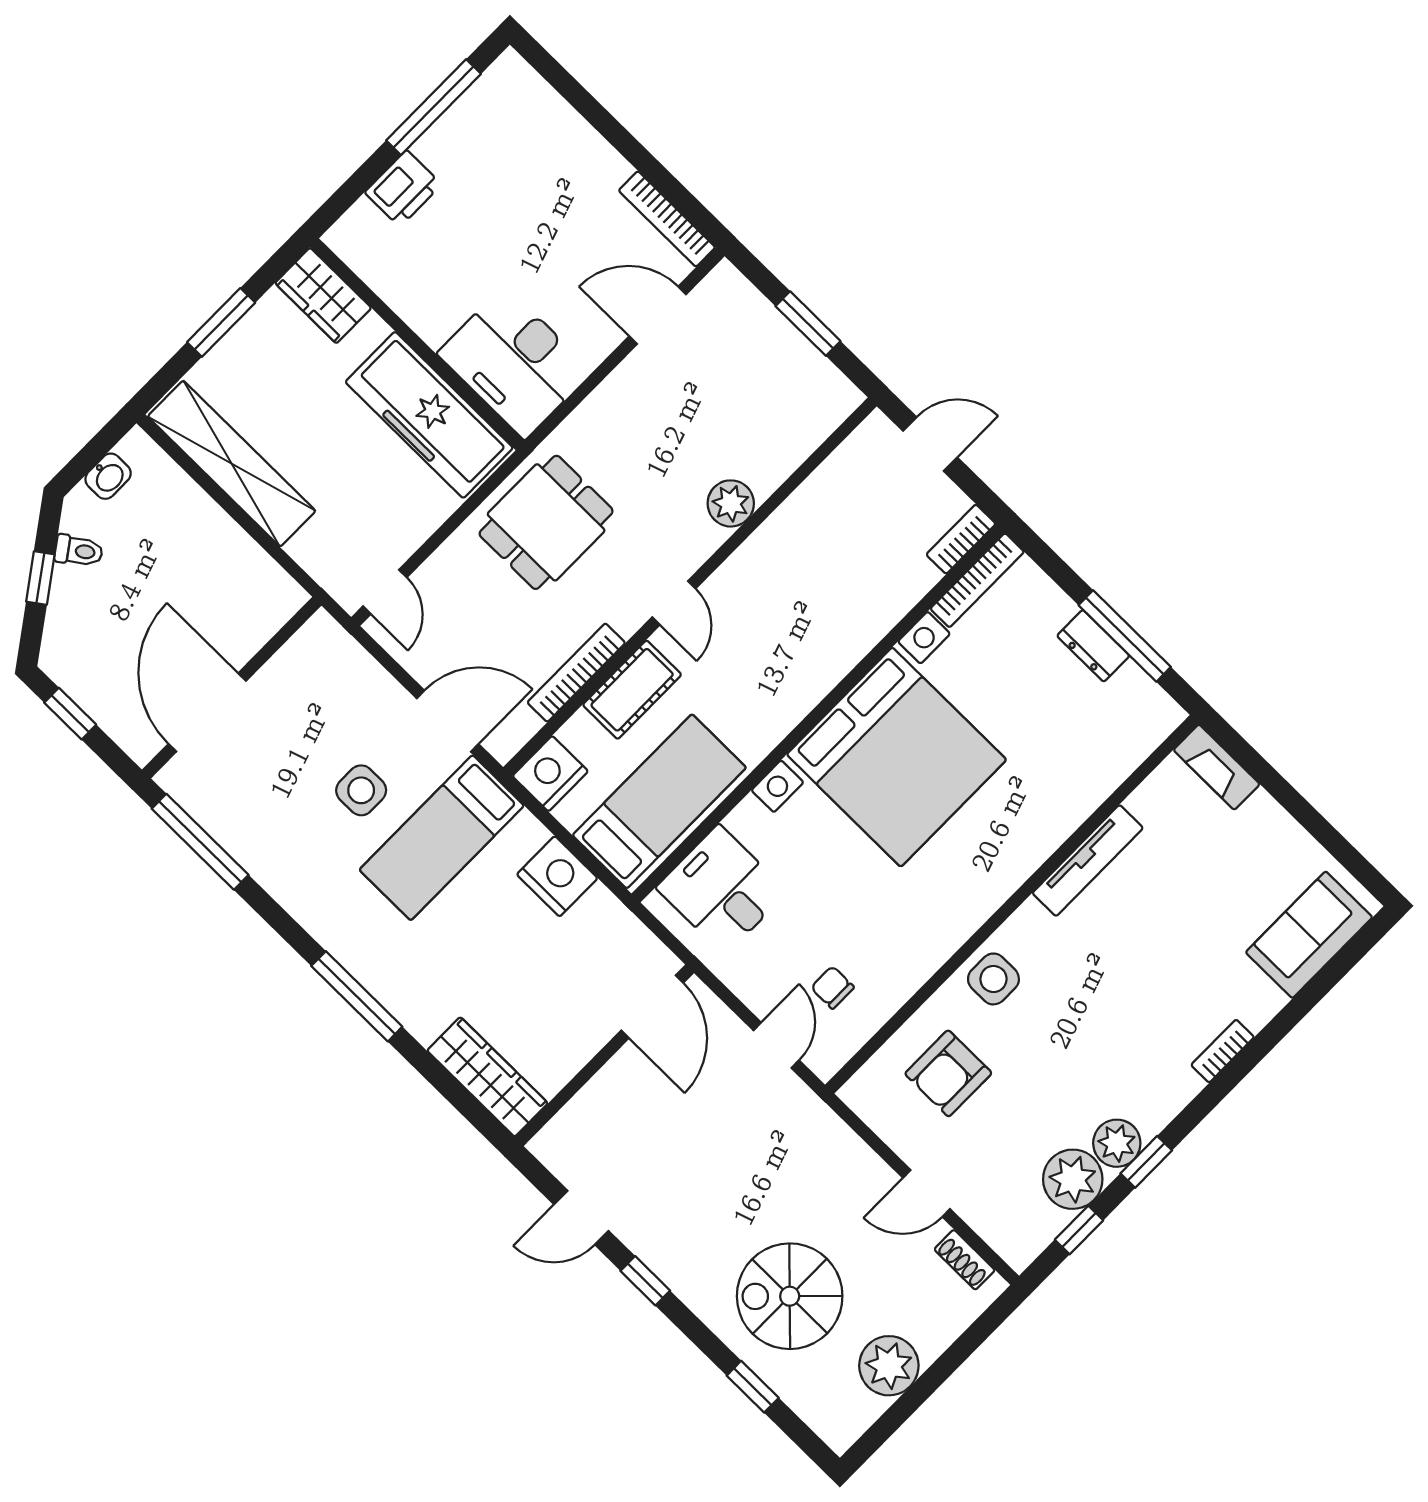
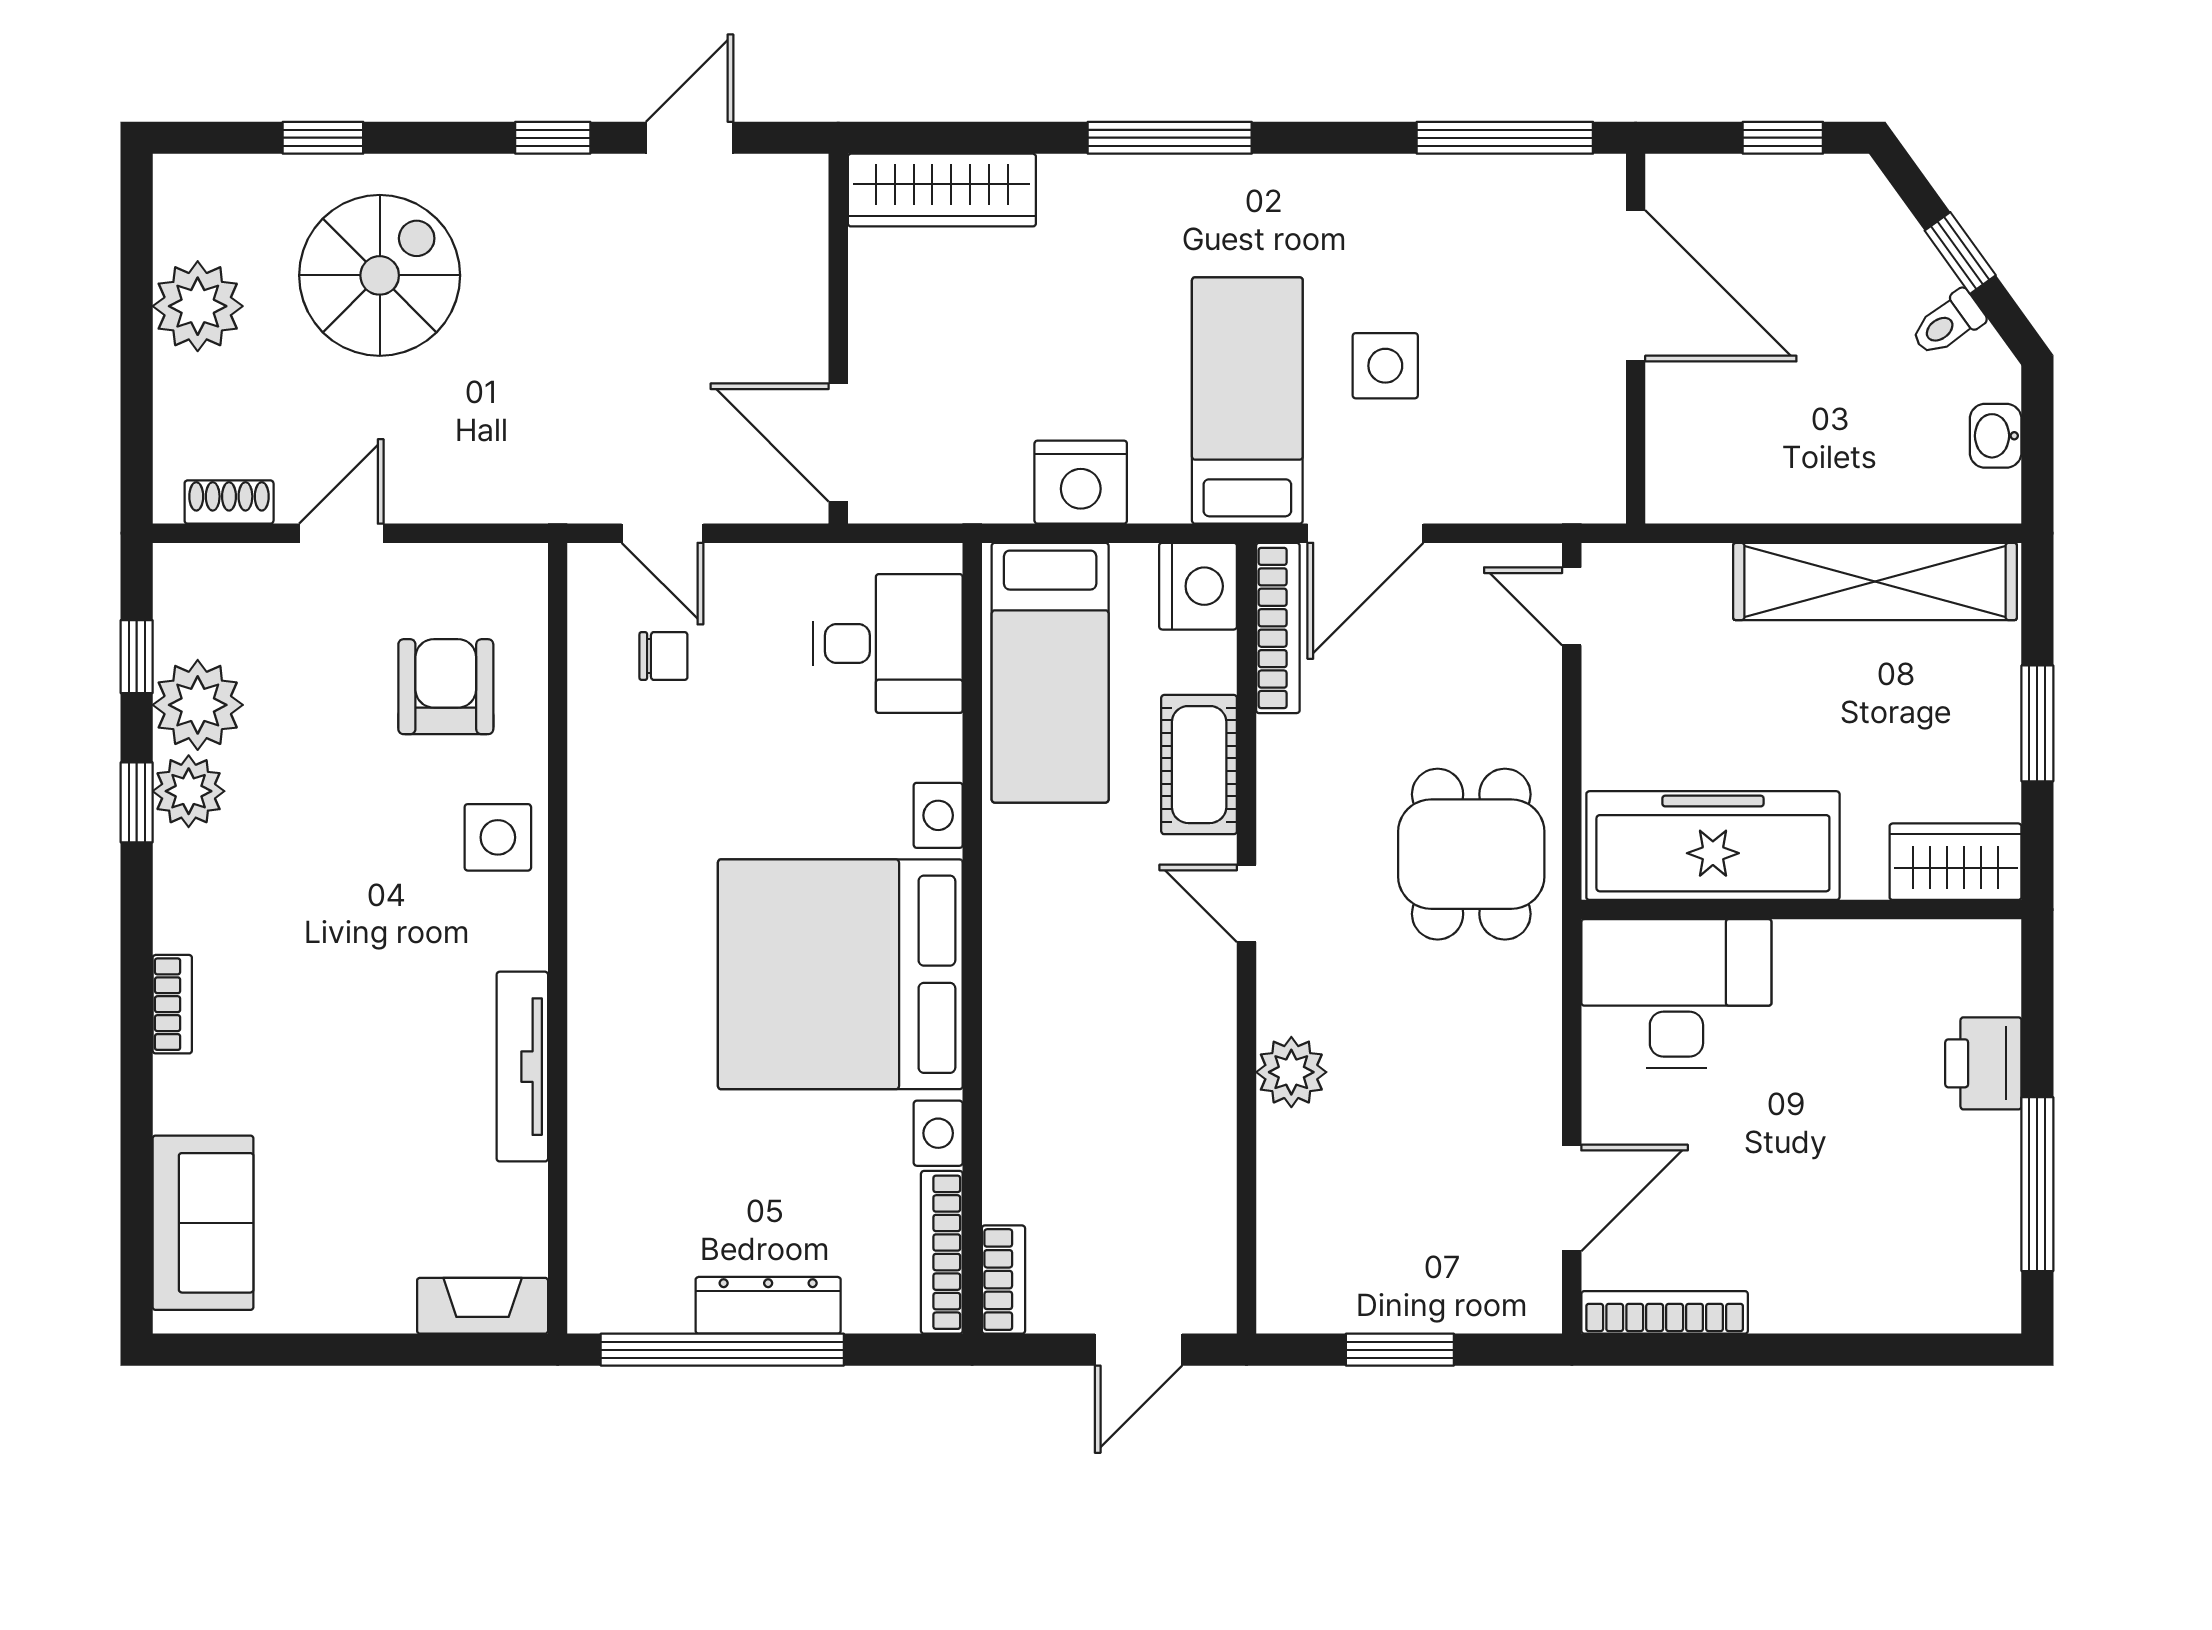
window: (1125, 636) -> (722, 1350), width x1.46
dresser: (1093, 646) -> (768, 1305), width x1.44
bookcase: (576, 673) -> (1278, 628), moved

